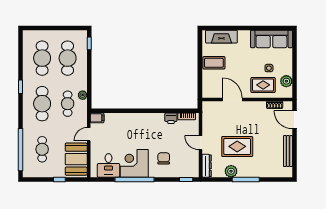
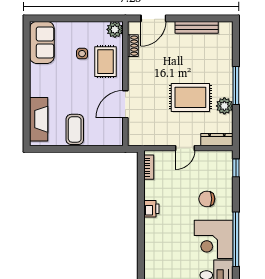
sofa: (271, 39) -> (42, 42), width x0.73
plant: (286, 81) -> (115, 29), moved
printer: (171, 118) -> (151, 209), moved
rug: (237, 146) -> (190, 97), turned 90

